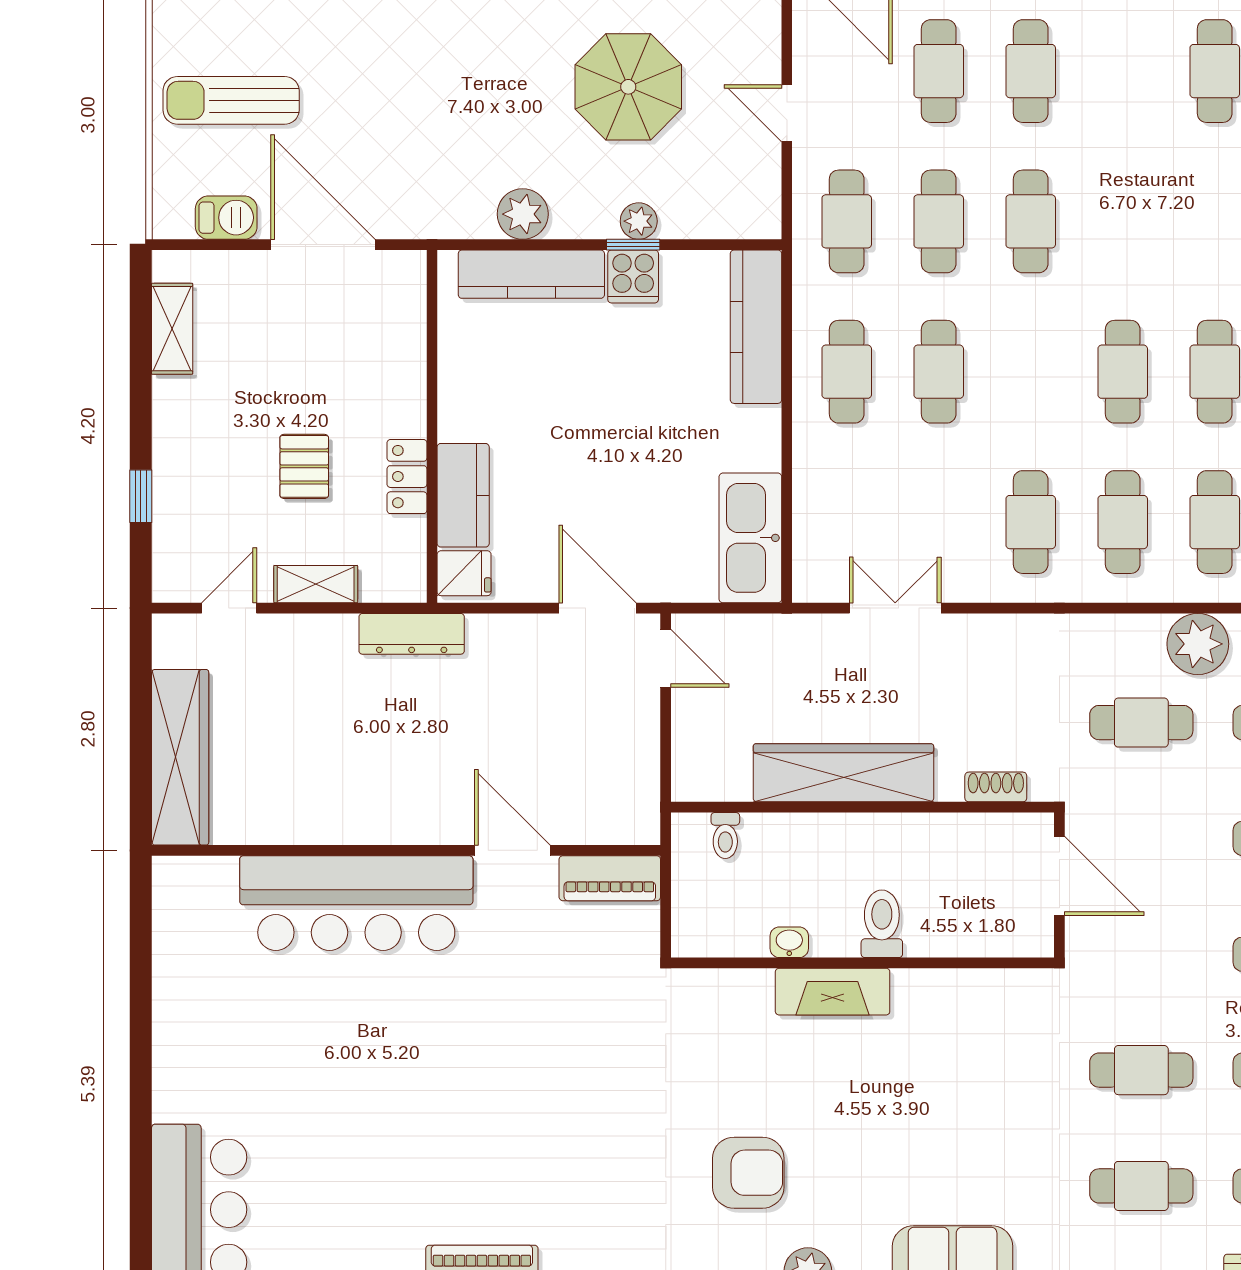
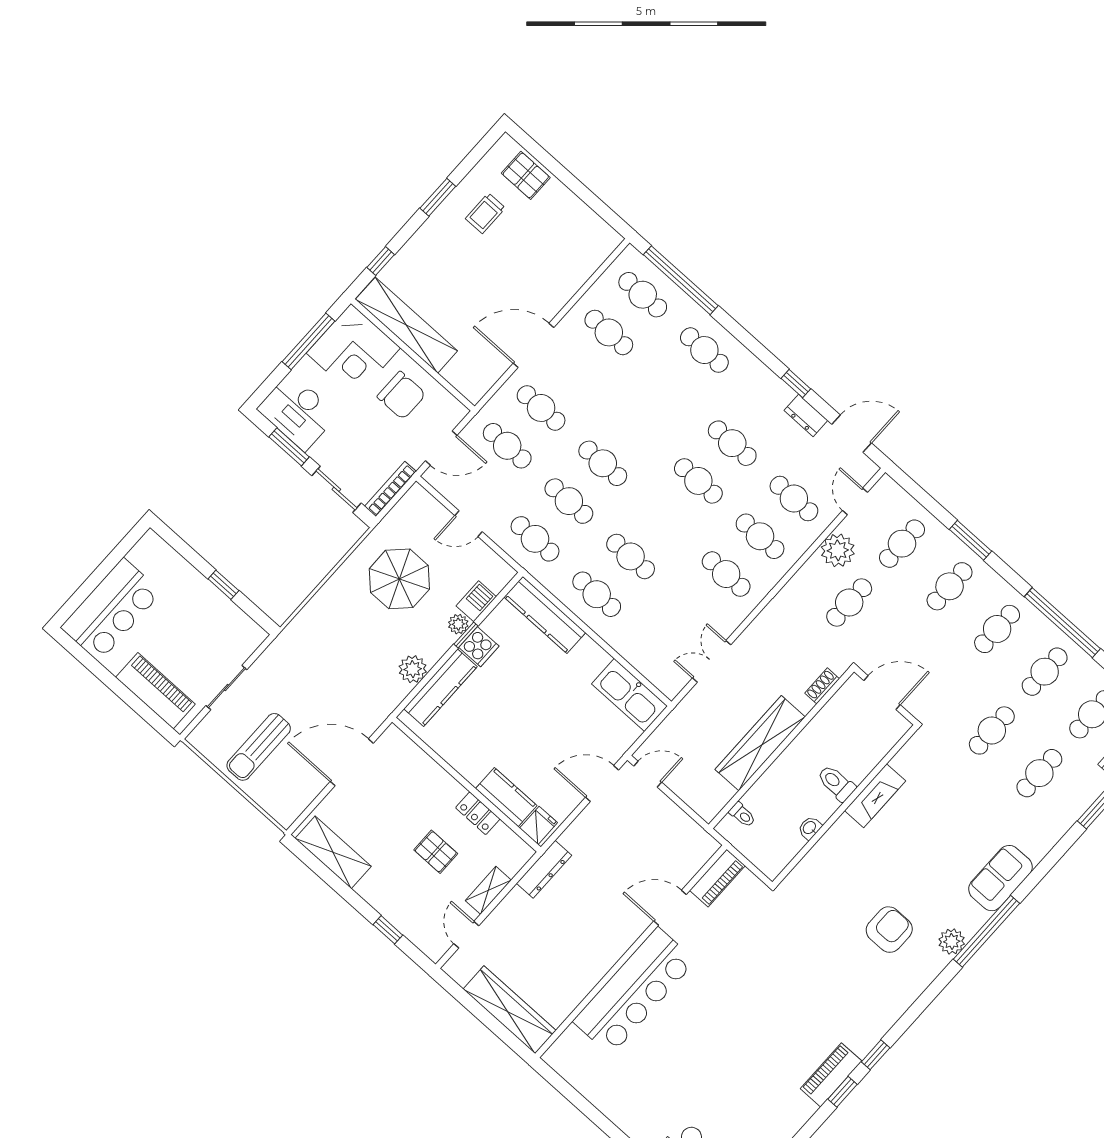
barbecue: (226, 218) -> (476, 601), moved
shelving: (172, 329) -> (333, 852), width x1.50, depth x1.33
fireplace: (833, 992) -> (875, 796), moved

